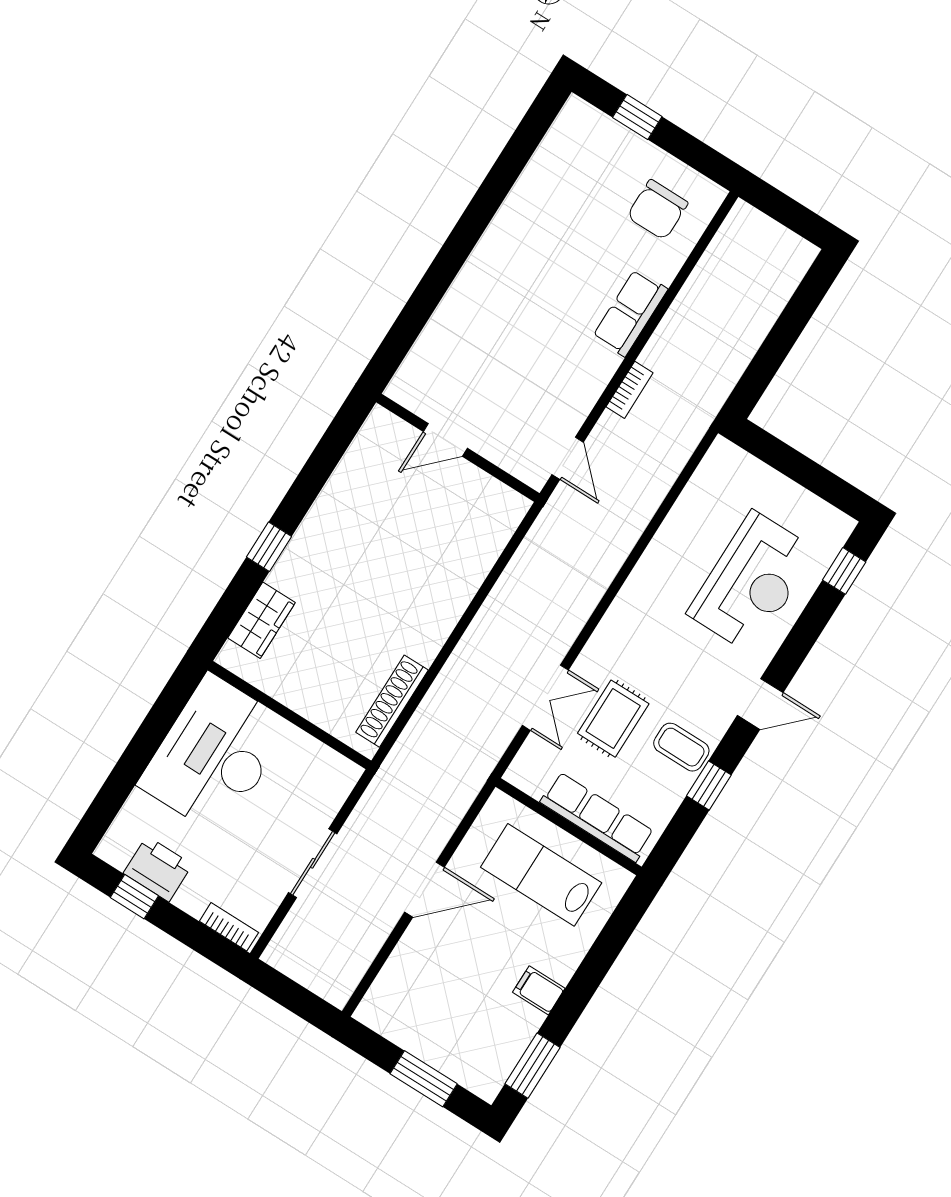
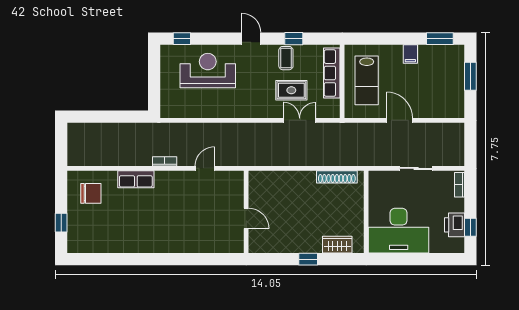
door: (445, 440) -> (246, 218), moved
wall: (458, 448) -> (246, 212), moved

